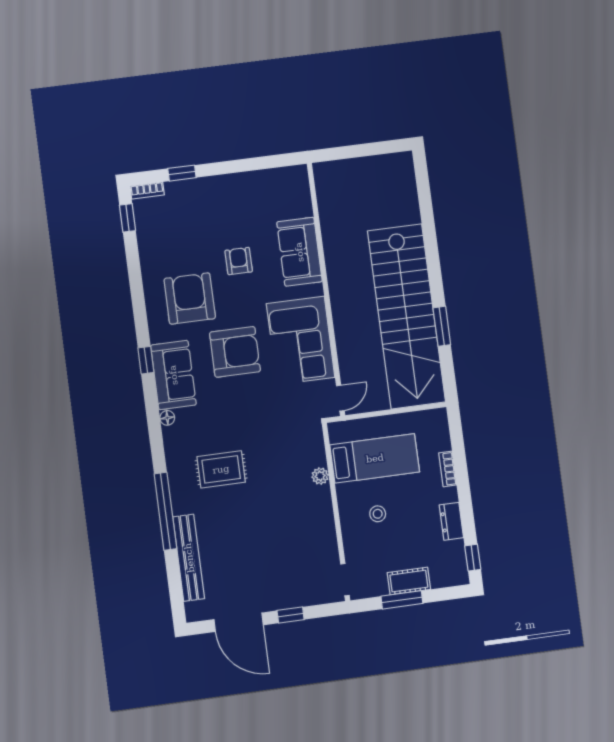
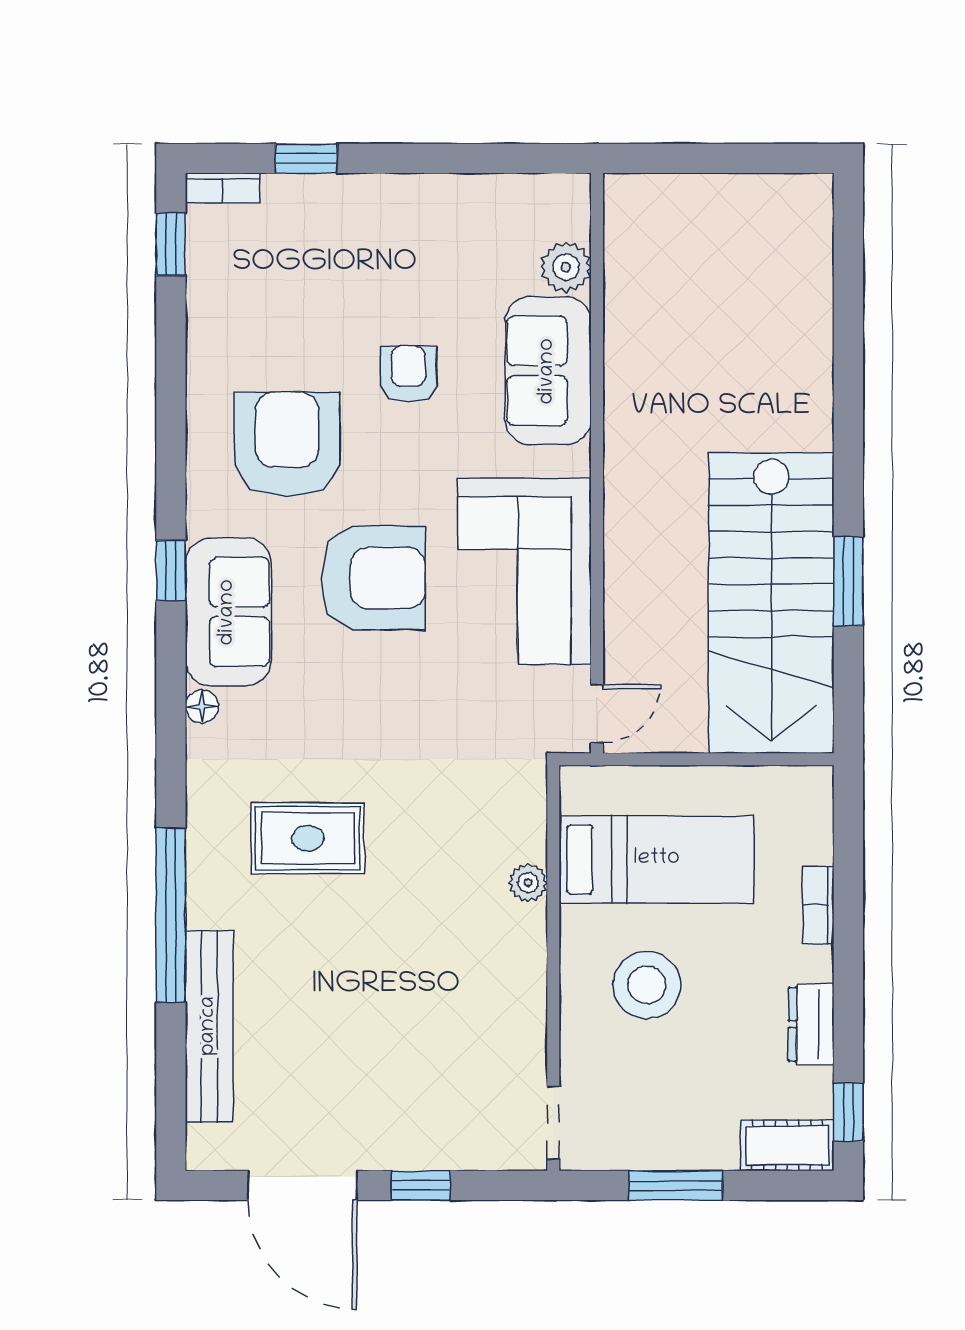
plant: (301, 206) -> (566, 267), added
stairs: (406, 316) -> (771, 603), width x0.73
stool: (378, 514) -> (647, 985), width x1.89, depth x1.89
cot: (409, 581) -> (787, 1145), moved

